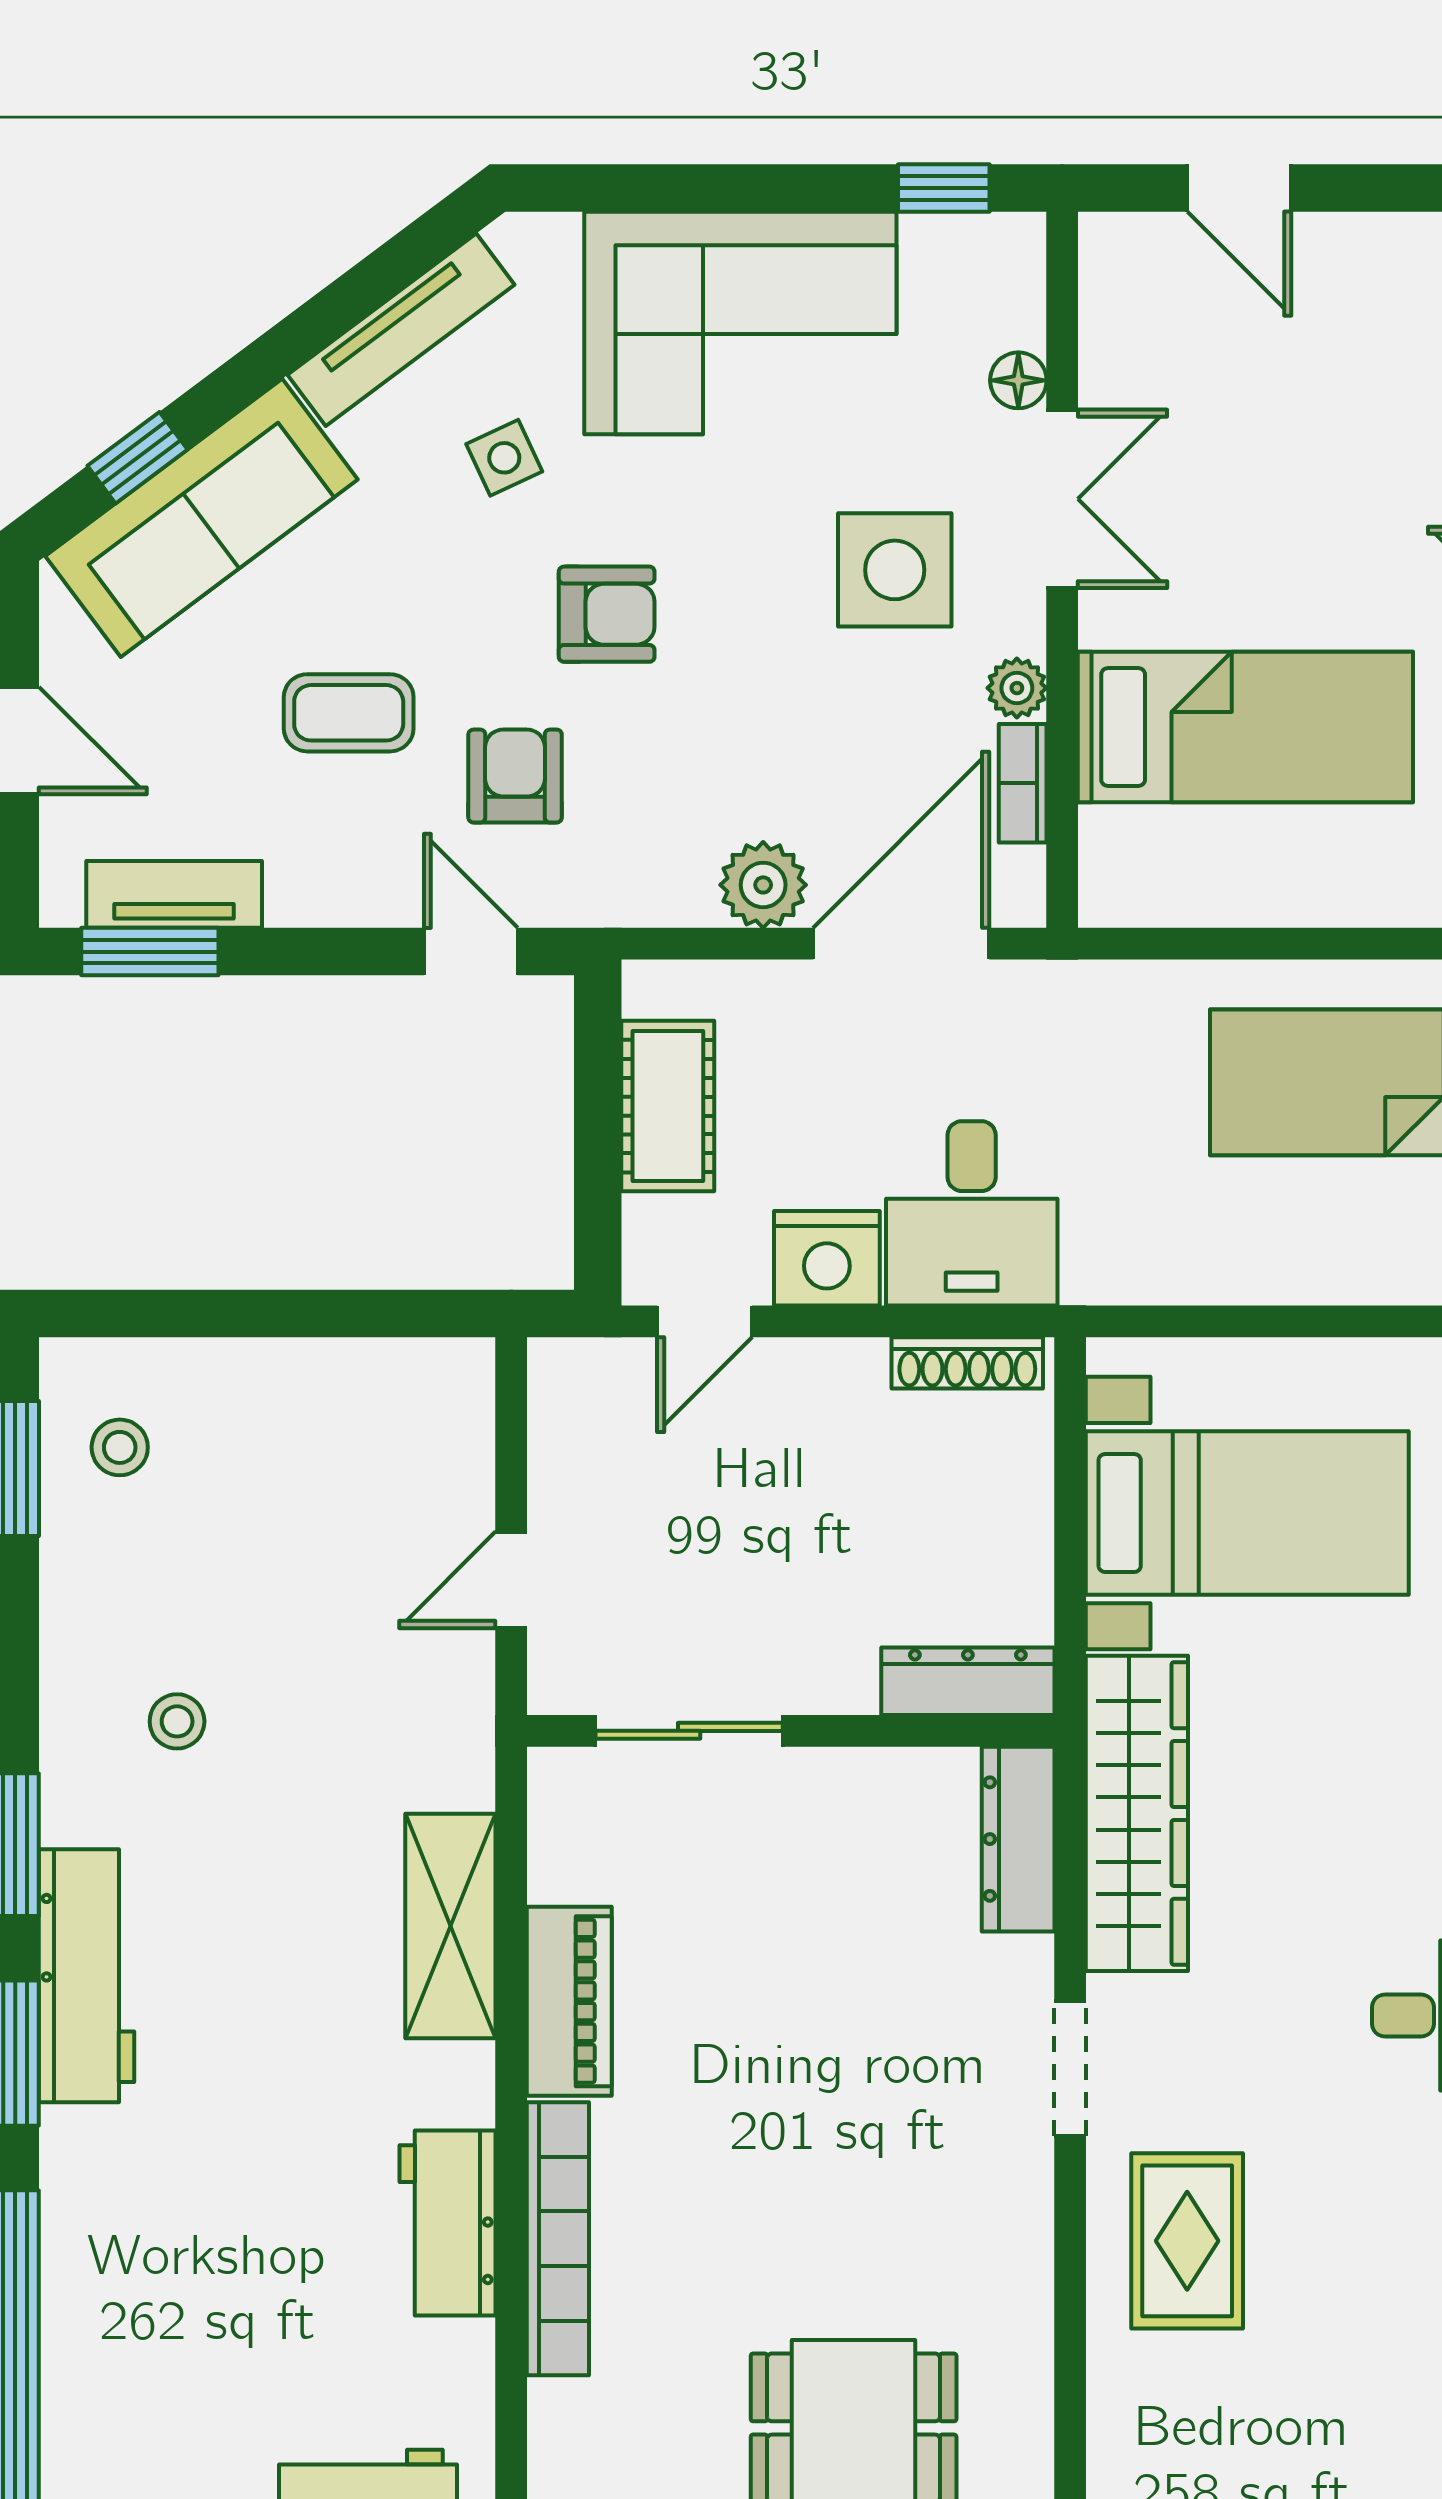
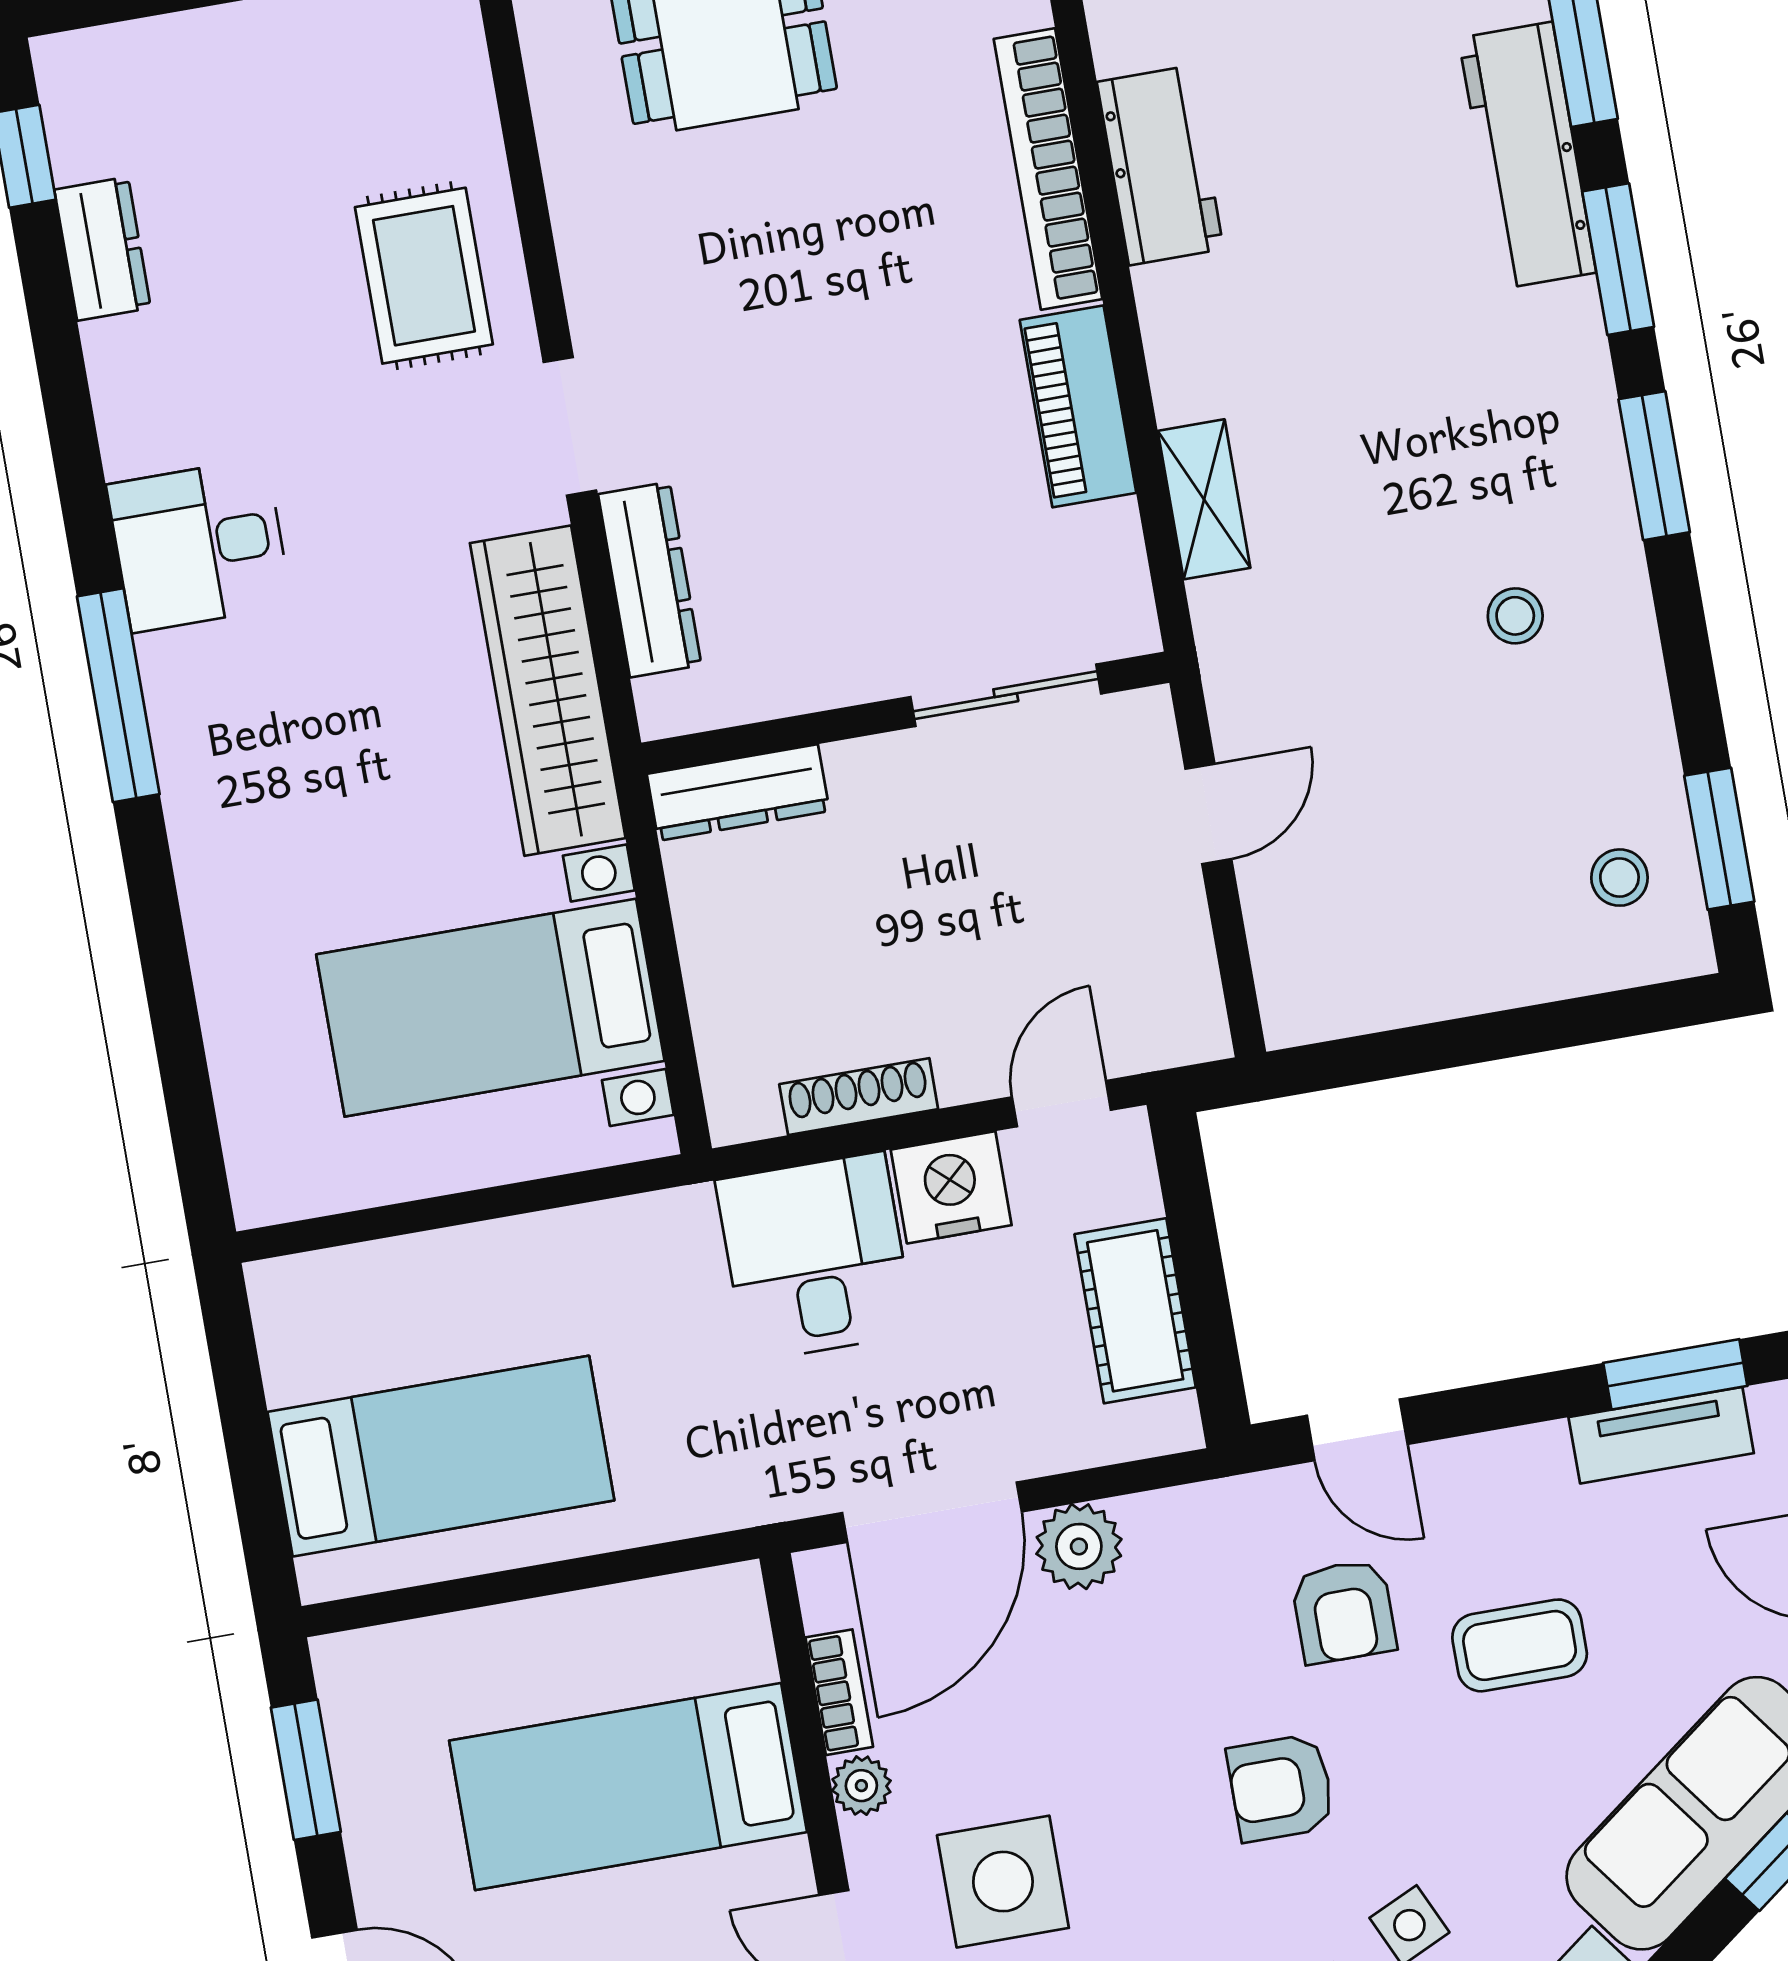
shoe rack: (967, 1363) -> (859, 1097), moved
dresser: (1018, 1839) -> (650, 580), moved
shelving: (450, 1926) -> (1204, 499), width x0.67, depth x0.75
workbench: (86, 1976) -> (1527, 155), moved

